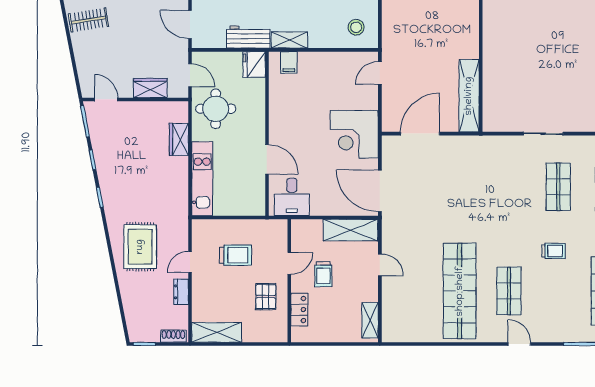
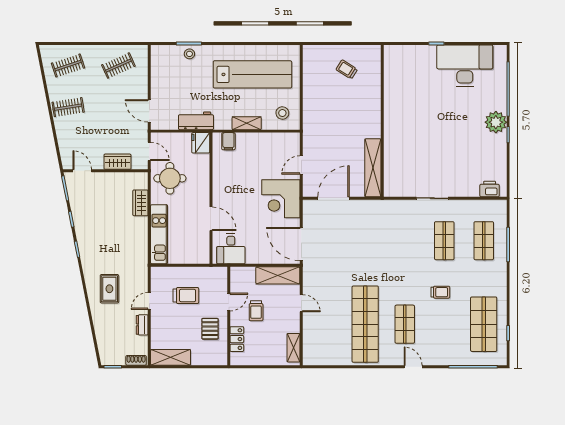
shelving: (289, 40) -> (247, 123), moved
door: (380, 73) -> (301, 165), moved
rug: (140, 247) -> (109, 289), width x0.73, depth x0.70

